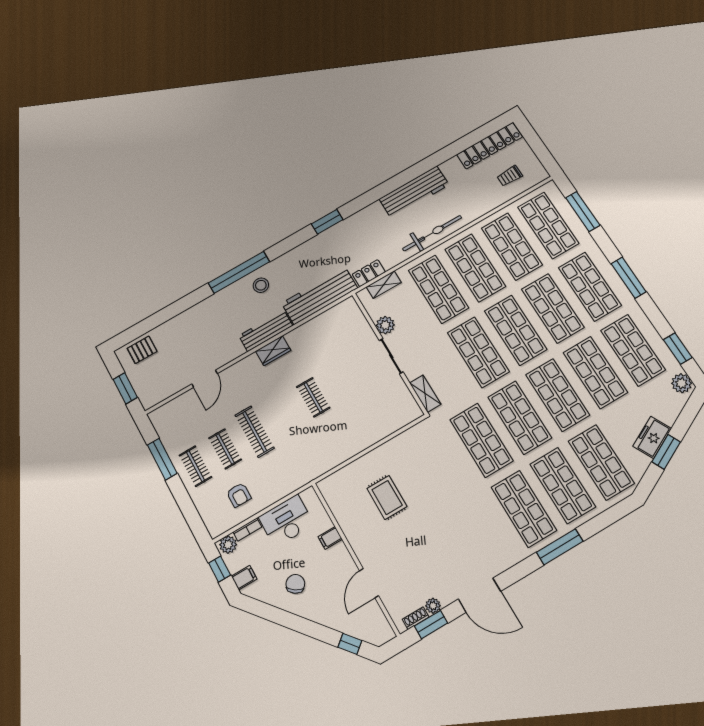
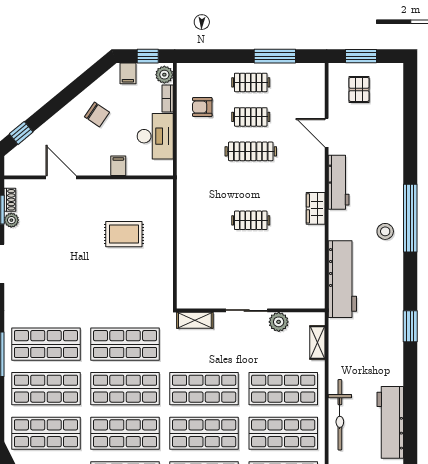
locker: (369, 273) -> (337, 335), removed
workbench: (266, 331) -> (339, 182), moved
pallet: (142, 350) -> (359, 89), moved

